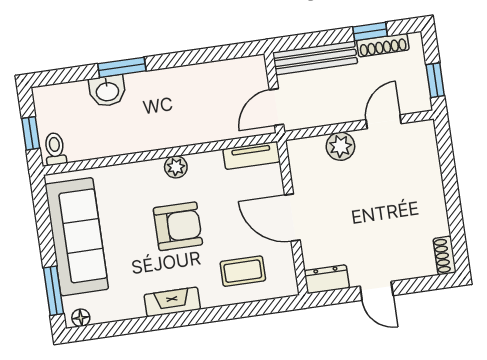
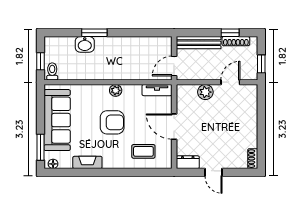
fireplace: (172, 302) -> (87, 162), moved

